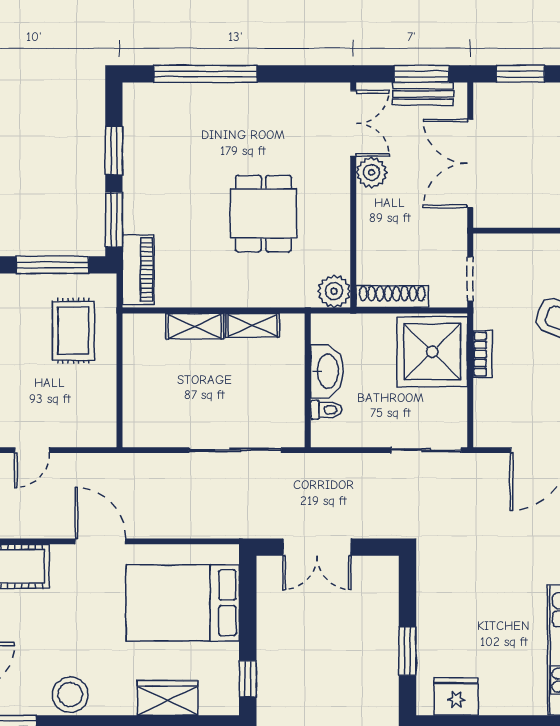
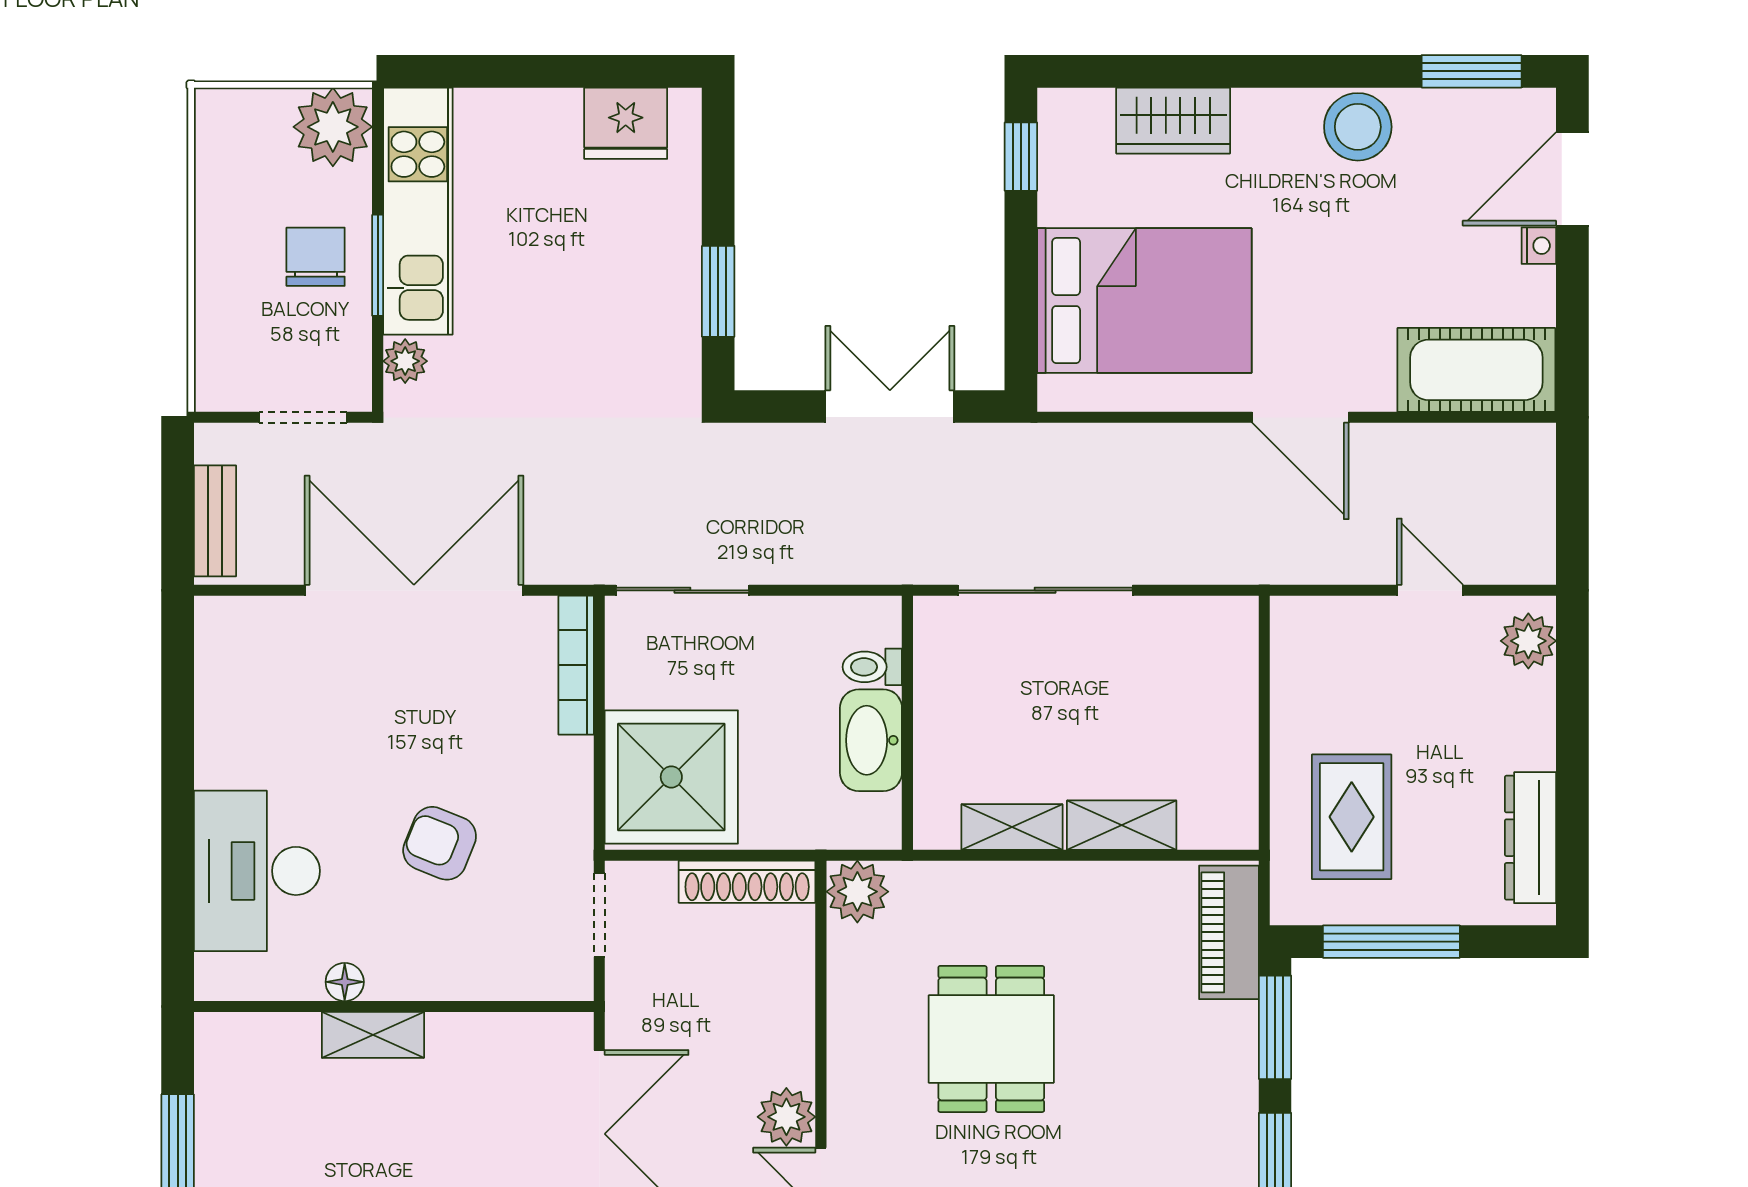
bookcase: (482, 354) -> (576, 665), moved, width x1.56
door: (32, 450) -> (1430, 590), hinge flipped
window: (407, 651) -> (718, 291), moved

